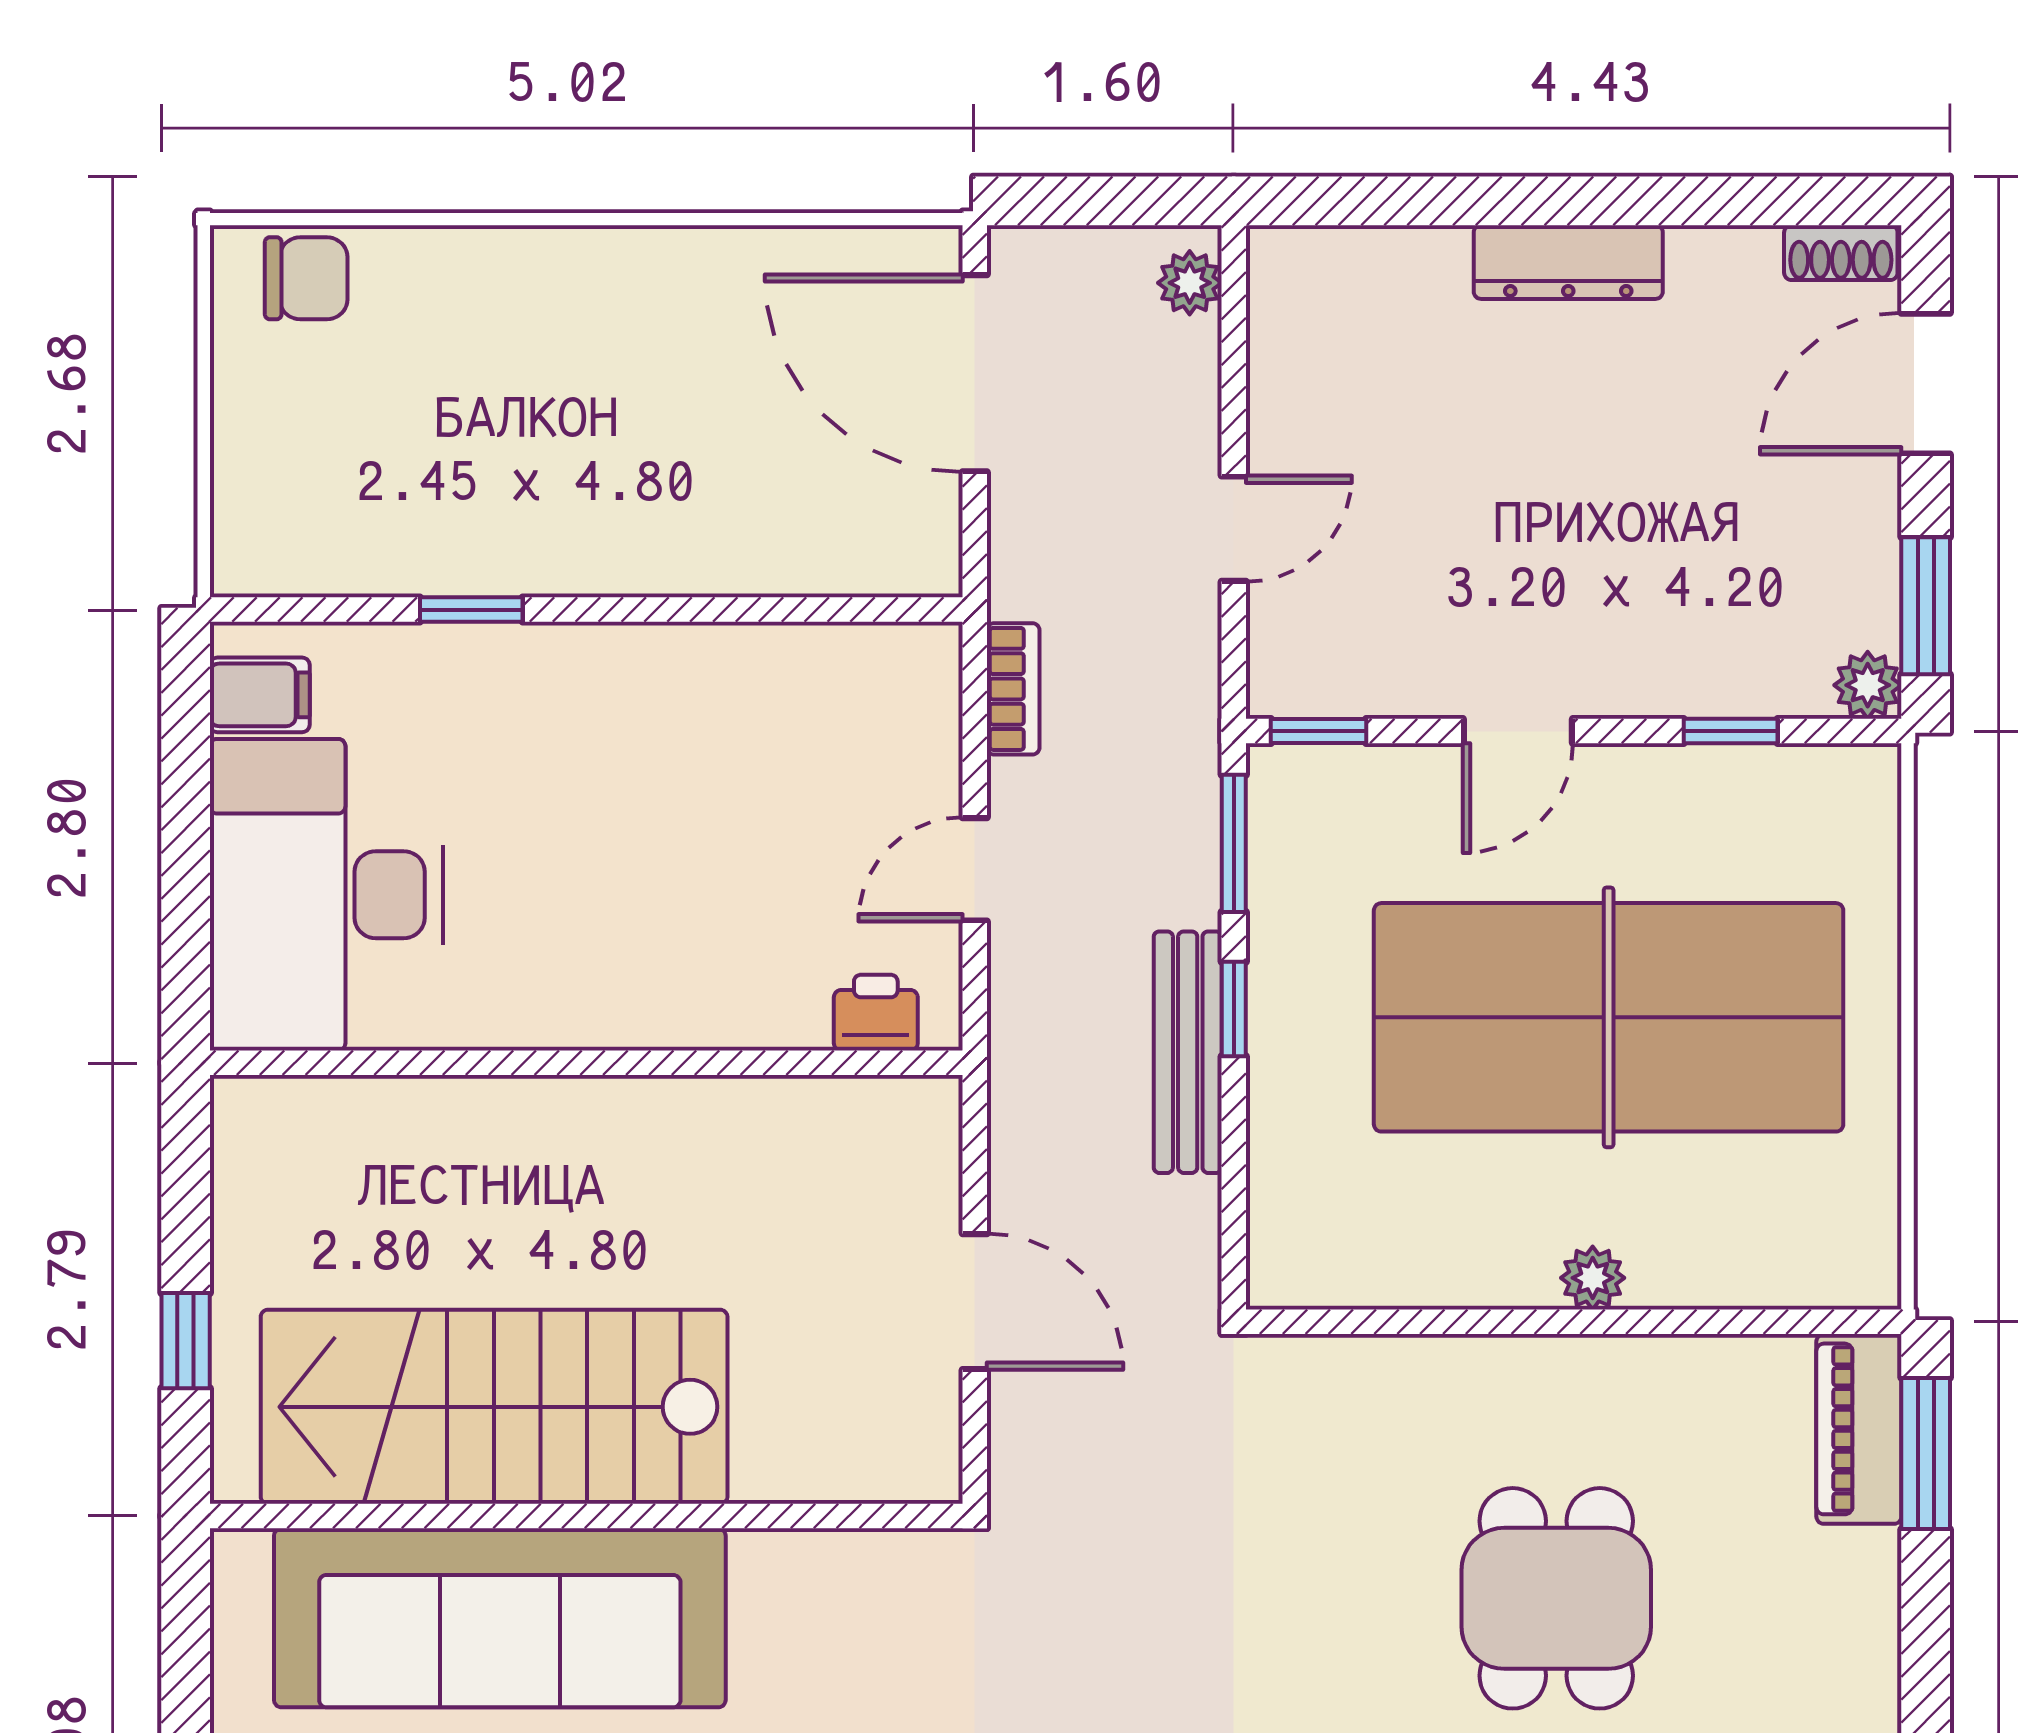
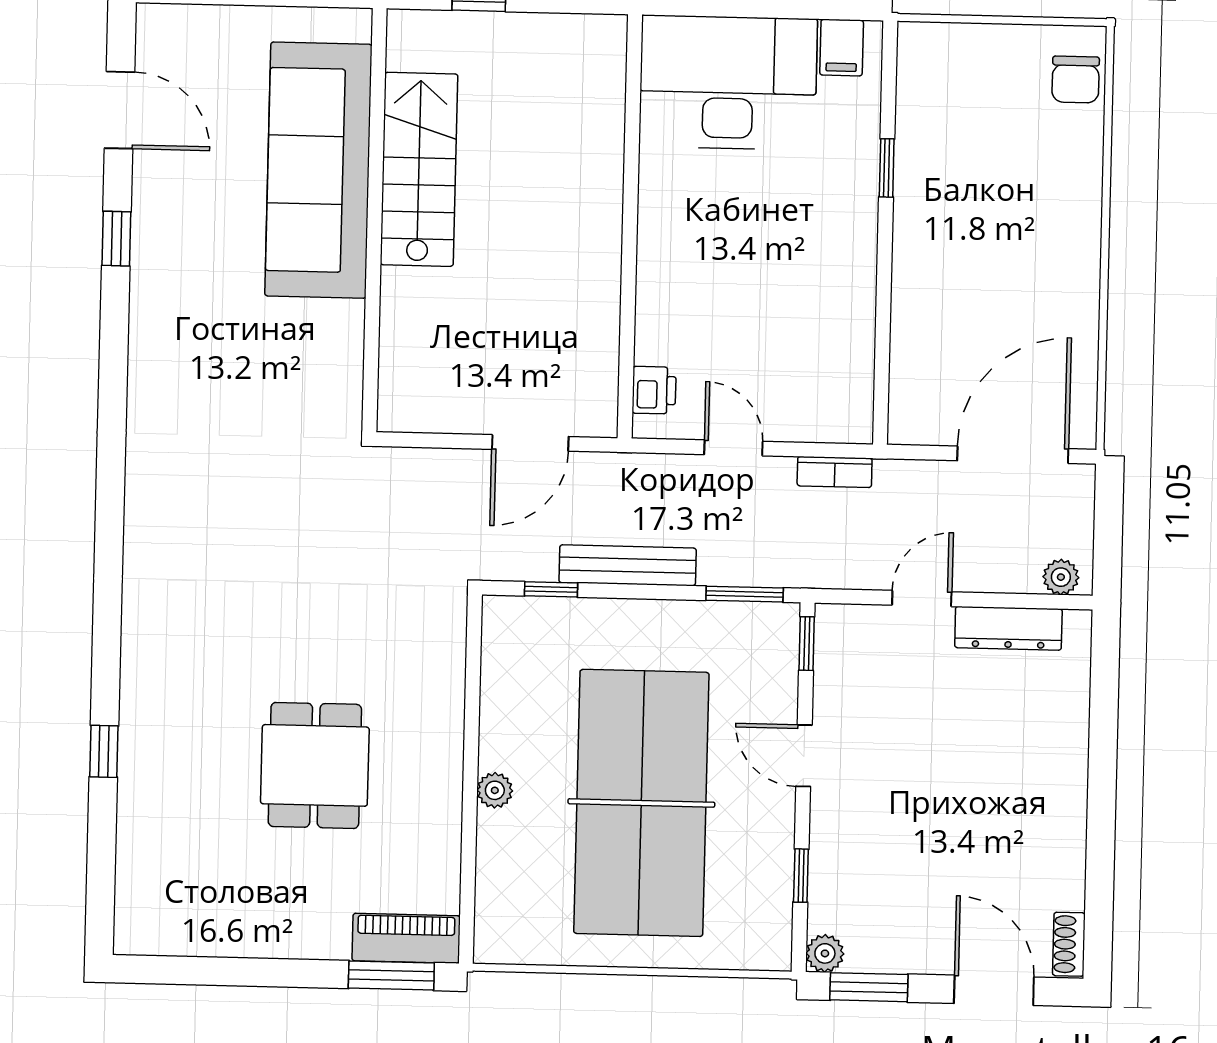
dresser: (1568, 262) -> (1008, 628), moved, turned -90
door: (1234, 529) -> (922, 598), swing flipped
window: (1234, 1009) -> (551, 589), moved
door: (975, 1302) -> (530, 443), moved
stairs: (494, 1407) -> (419, 169), width x0.73, depth x0.66
dining table: (1556, 1598) -> (315, 765), turned 90

